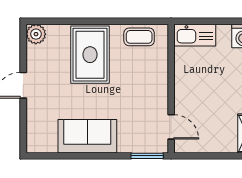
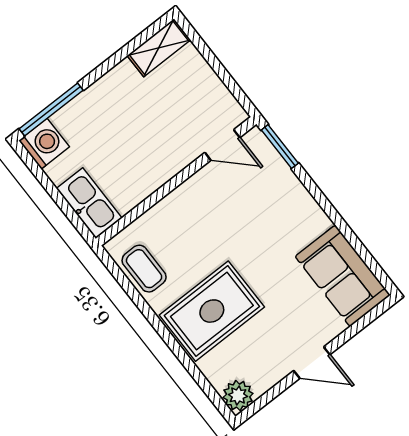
door: (171, 127) -> (222, 145), swing flipped
sofa: (87, 136) -> (343, 276), moved

